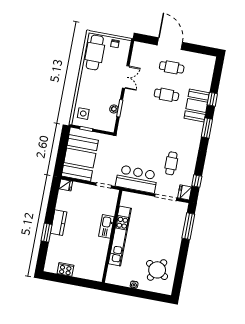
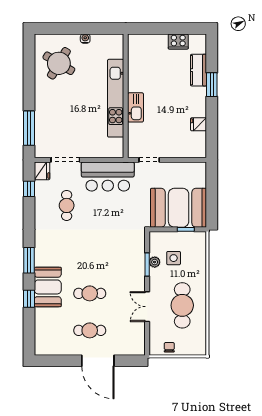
cafe table: (95, 52) -> (182, 305), moved
side table: (83, 114) -> (174, 258), moved
booth: (80, 158) -> (179, 208), moved, turned 90
fridge: (66, 185) -> (199, 124), moved
kitchen counter: (59, 223) -> (199, 70), moved

